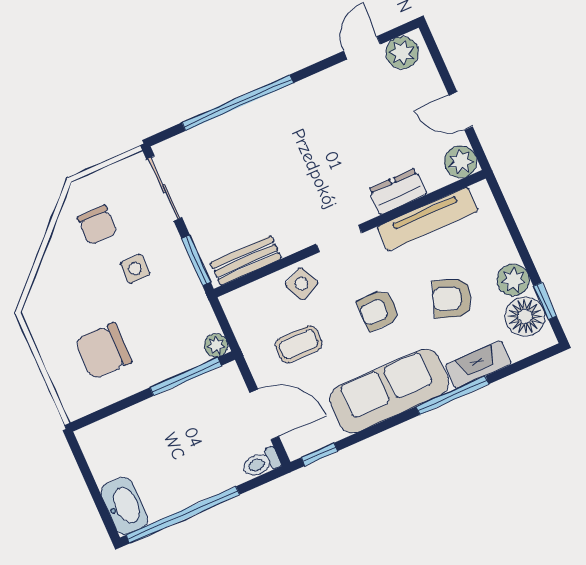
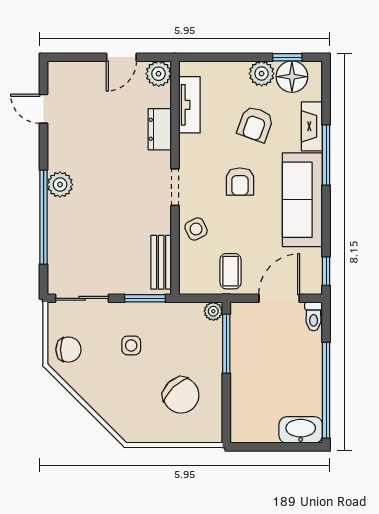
plant: (402, 53) -> (60, 185), moved
tv unit: (428, 219) -> (189, 105), width x0.71
chair: (97, 225) -> (68, 350), moved
coffee table: (299, 344) -> (231, 271), moved
chair: (103, 351) -> (181, 395), turned -44

